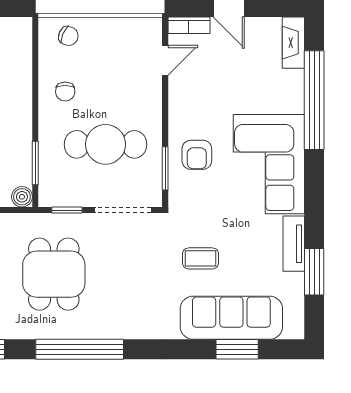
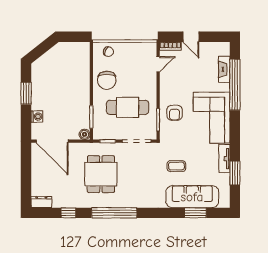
fireplace: (293, 43) -> (224, 69), moved
chair: (65, 92) -> (107, 80), width x1.87, depth x1.87

